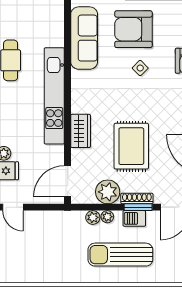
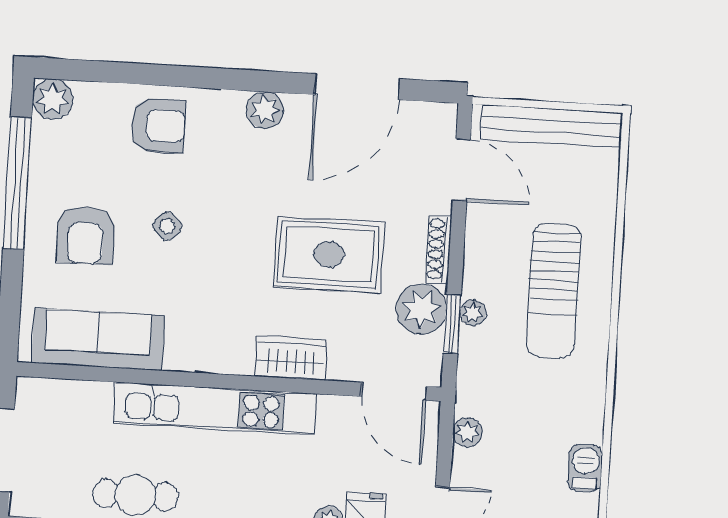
armchair: (133, 29) -> (86, 235), width x0.73, depth x0.73
window: (138, 207) -> (452, 324), moved
plant: (93, 217) -> (467, 432), moved
barbecue: (134, 218) -> (585, 468), moved, turned 180

